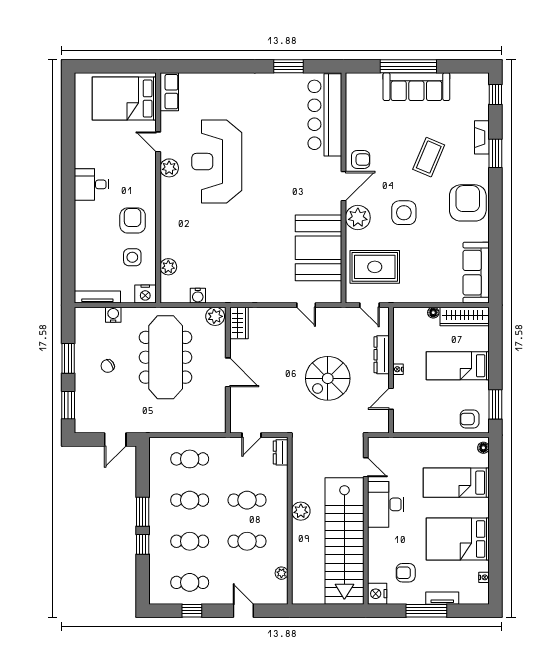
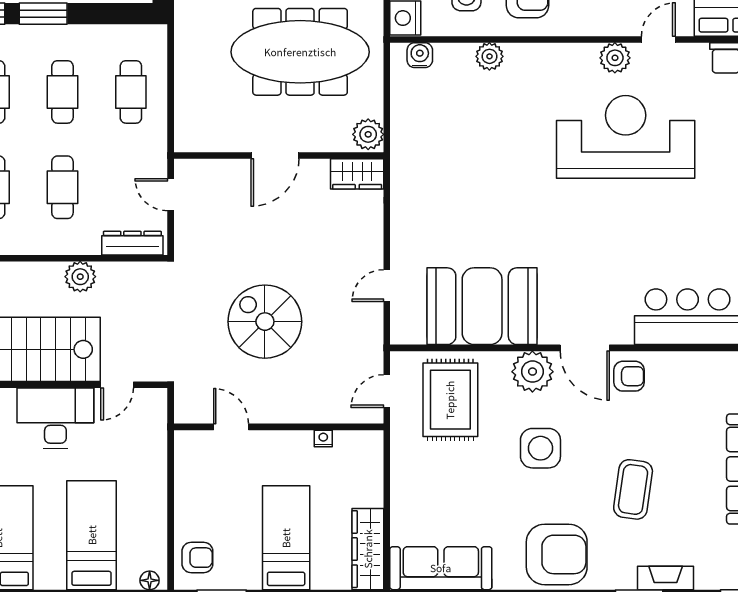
coffee table: (429, 157) -> (633, 489), turned 75
armchair: (361, 160) -> (629, 376), turned -90
plant: (168, 267) -> (489, 56), moved
water cooler: (198, 296) -> (420, 55), moved, turned 90
floor lamp: (433, 313) -> (374, 497), removed
dresser: (382, 355) -> (304, 411), removed
nightstand: (398, 369) -> (323, 438), moved
armchair: (470, 419) -> (197, 558), turned 90
dresser: (281, 452) -> (132, 243), width x1.44
plant: (301, 511) -> (80, 277), moved

